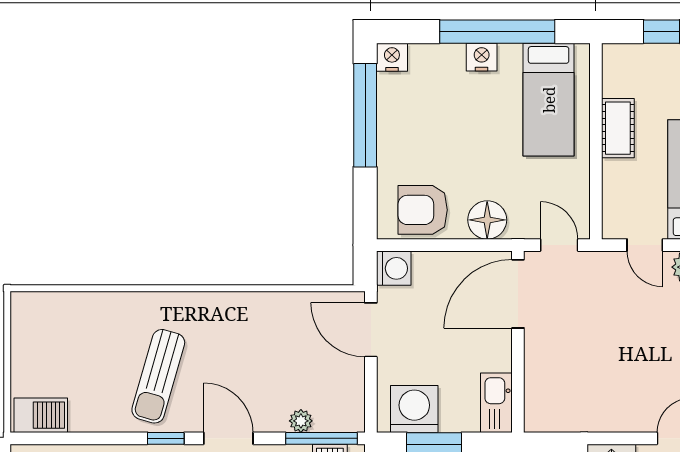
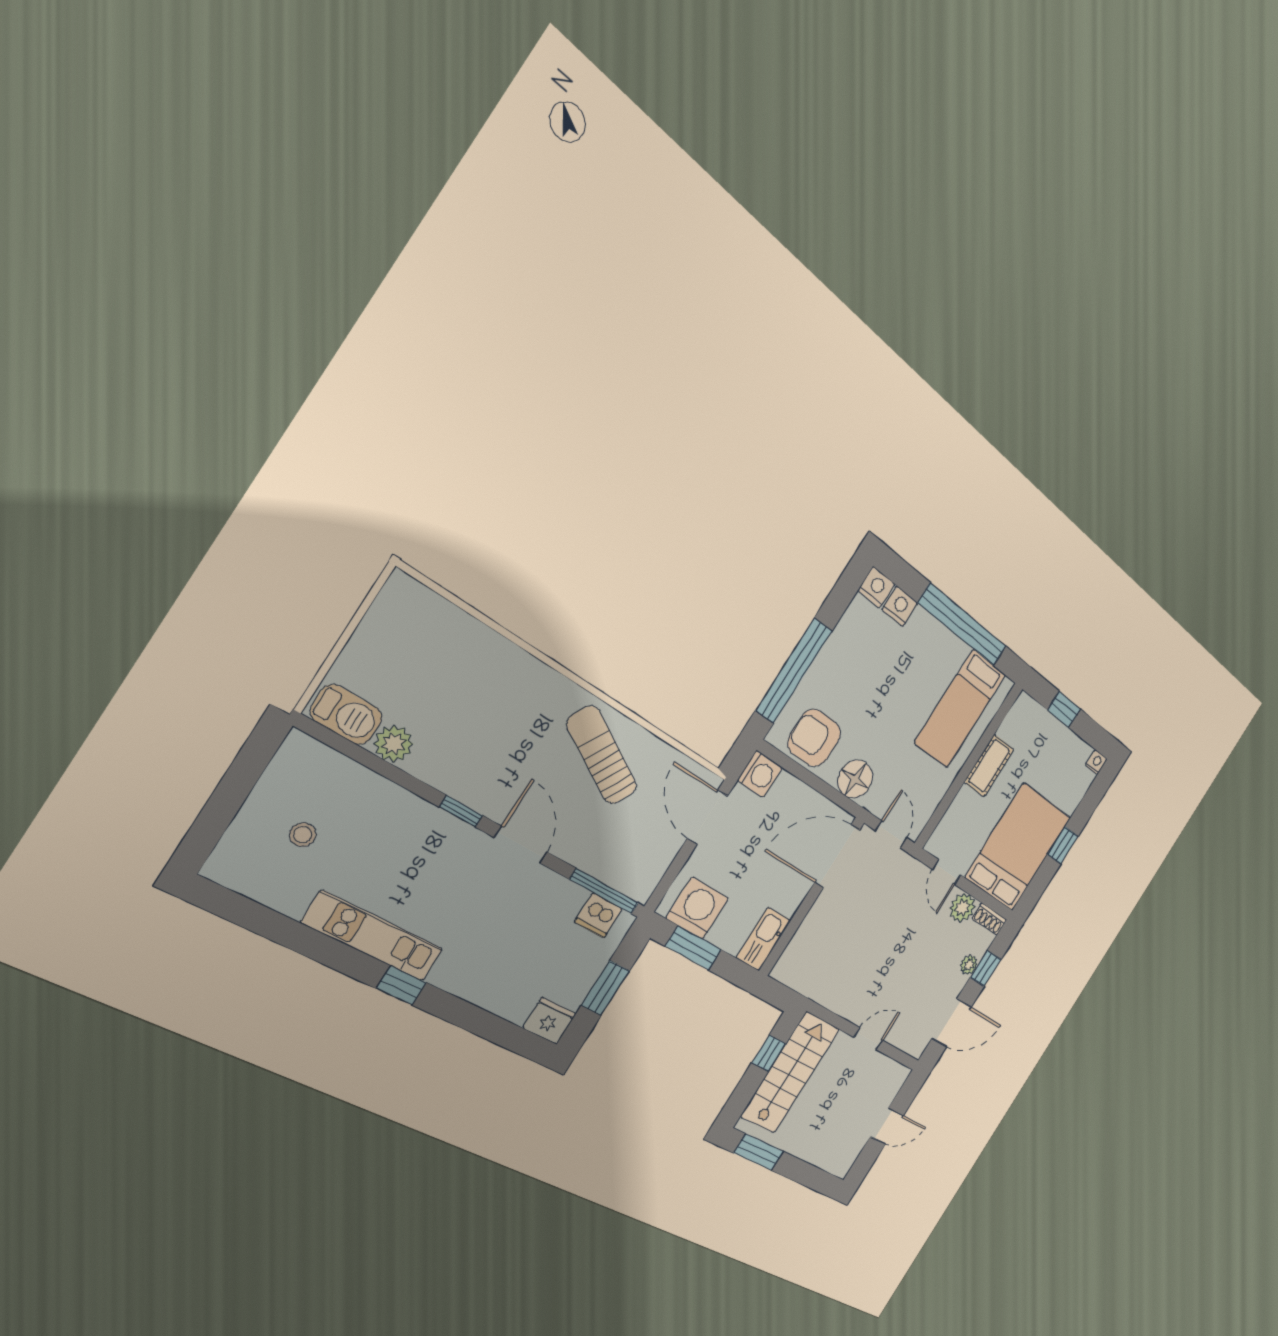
nightstand: (482, 57) -> (900, 606), moved
window: (365, 115) -> (794, 671), moved
sun lounger: (158, 376) -> (602, 755), moved, turned 103
plant: (301, 421) -> (394, 744), moved, width x1.38, depth x1.38

